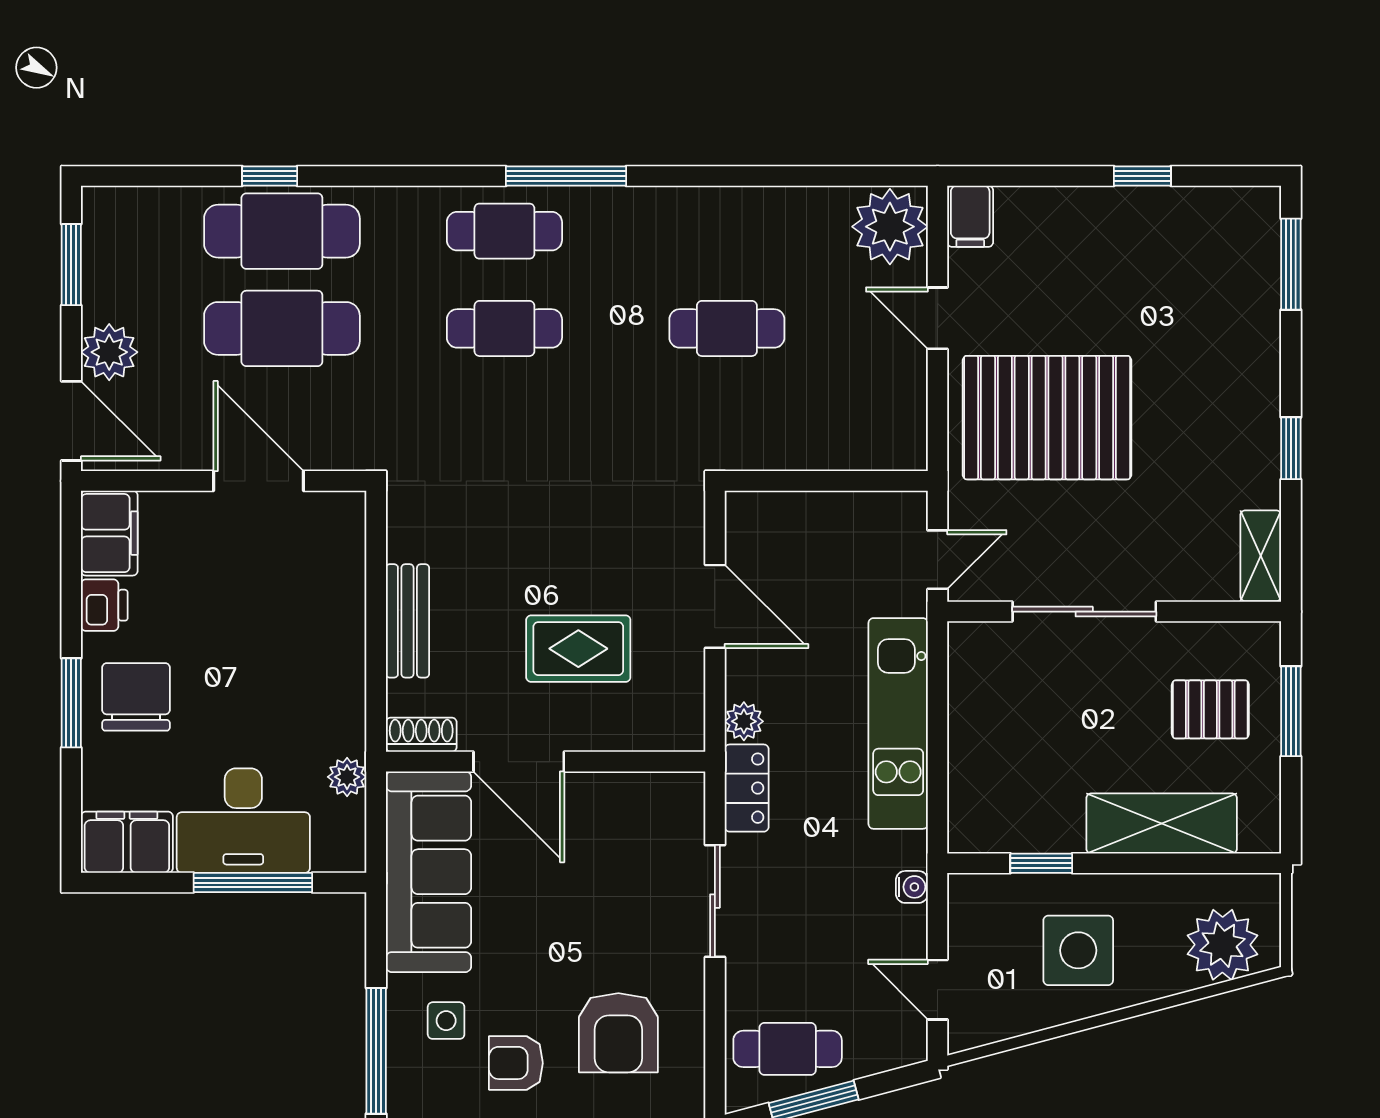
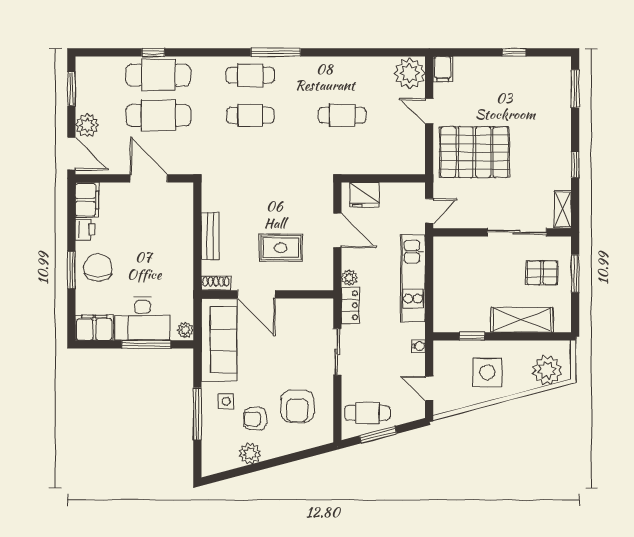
fridge: (781, 521) -> (364, 195), added
sliding door: (1084, 612) -> (517, 232), moved
plant: (347, 777) -> (185, 330), moved

